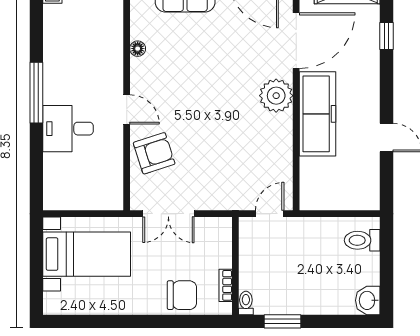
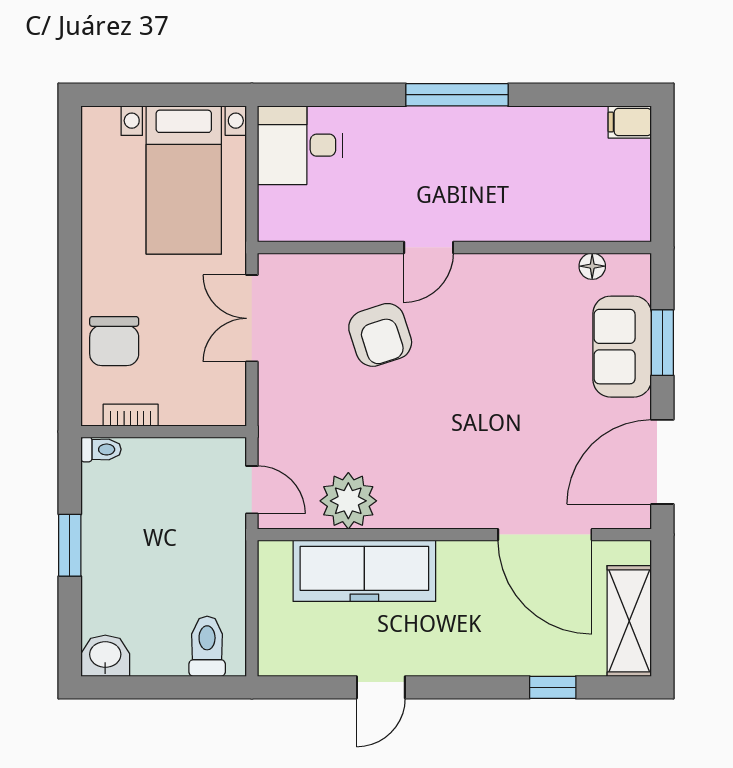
floor lamp: (138, 49) -> (592, 266), moved
plant: (276, 96) -> (348, 501), moved
freezer: (318, 114) -> (364, 571), moved
desk: (68, 129) -> (300, 145), moved, turned -90
armchair: (154, 153) -> (380, 335), moved
window: (283, 321) -> (70, 545), moved

